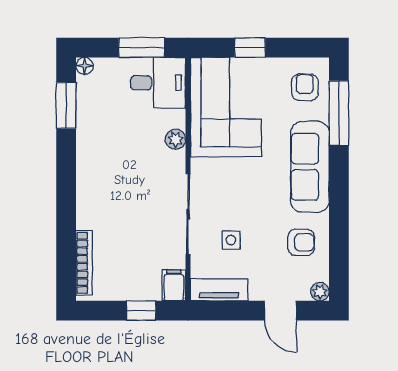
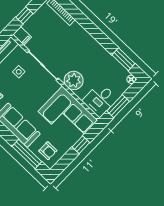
plant: (175, 139) -> (74, 80), width x1.88, depth x1.88

